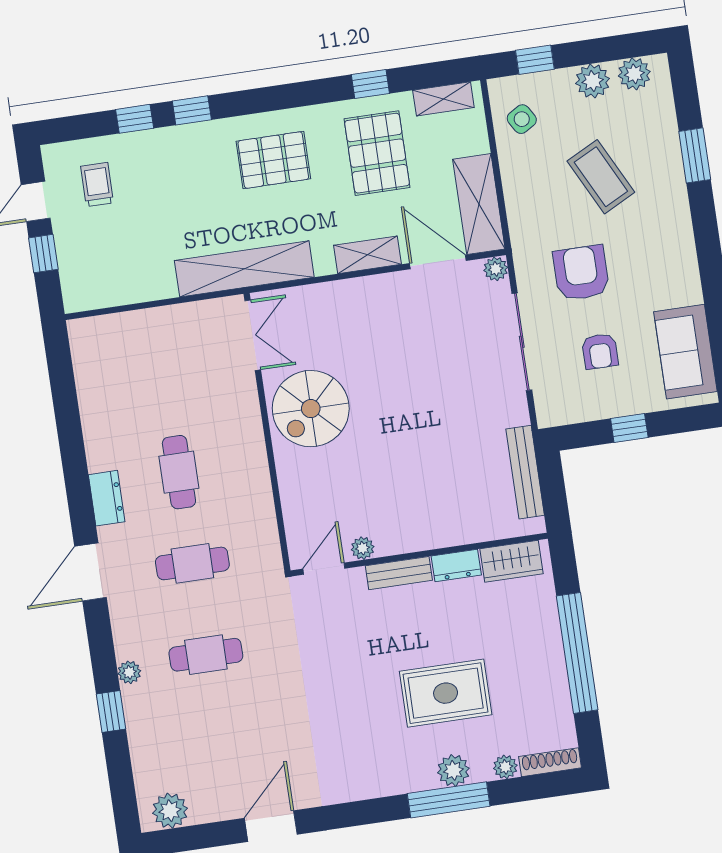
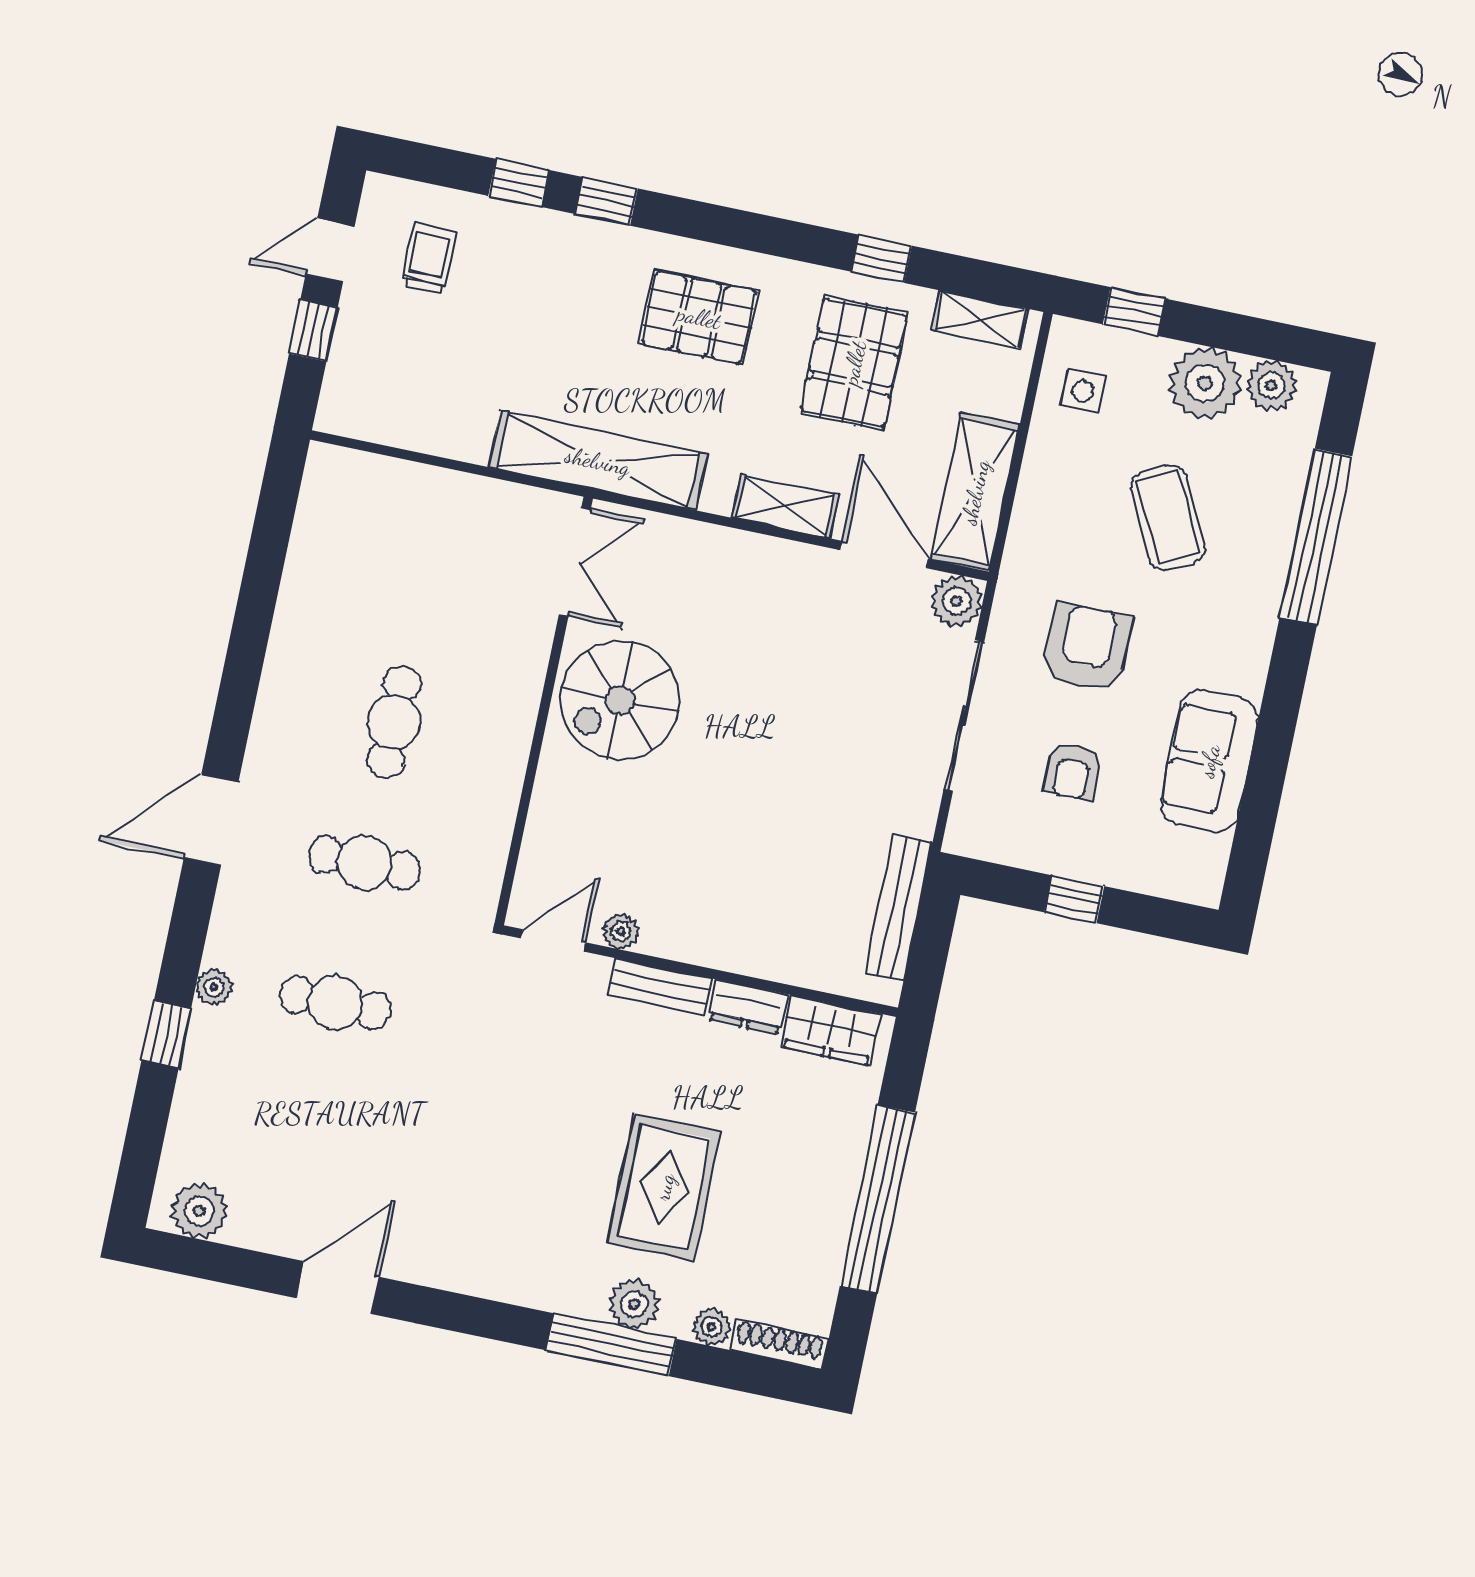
plant: (593, 81) -> (1205, 383), width x1.36, depth x1.36
side table: (522, 119) -> (1083, 391), turned 31
window: (695, 155) -> (1316, 537), width x2.11
plant: (496, 269) -> (956, 601), width x1.38, depth x1.38
sofa: (685, 352) -> (1209, 761), moved
dresser: (107, 498) -> (274, 721), removed
rug: (446, 693) -> (664, 1187), turned 90

